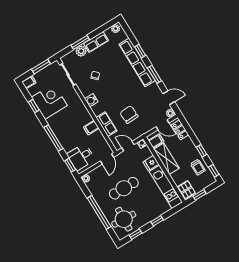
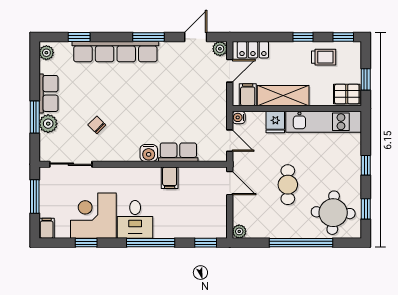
window: (140, 51) -> (79, 37), moved
water cooler: (91, 100) -> (149, 153), moved
chair: (129, 115) -> (184, 111), removed
door: (128, 146) -> (230, 141), swing flipped
desk: (81, 157) -> (135, 219), moved
cafe table: (124, 188) -> (288, 185), width x0.73, depth x0.74

